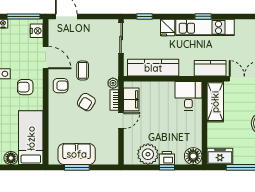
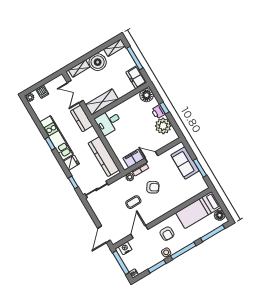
armchair: (61, 86) -> (152, 211), removed
sofa: (77, 154) -> (185, 163), moved

